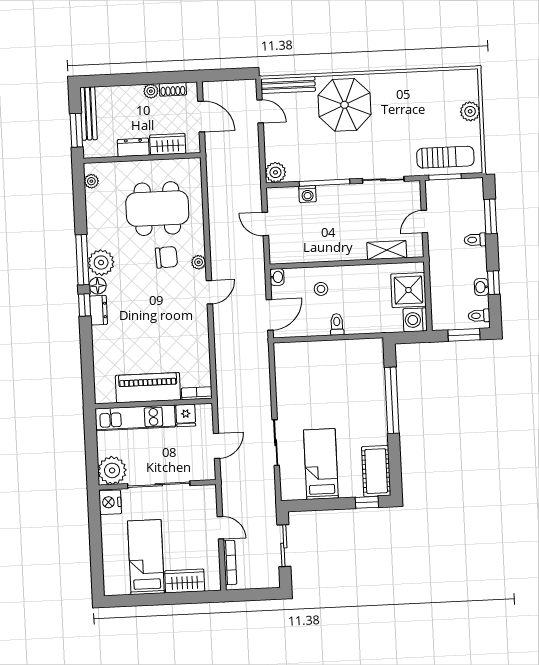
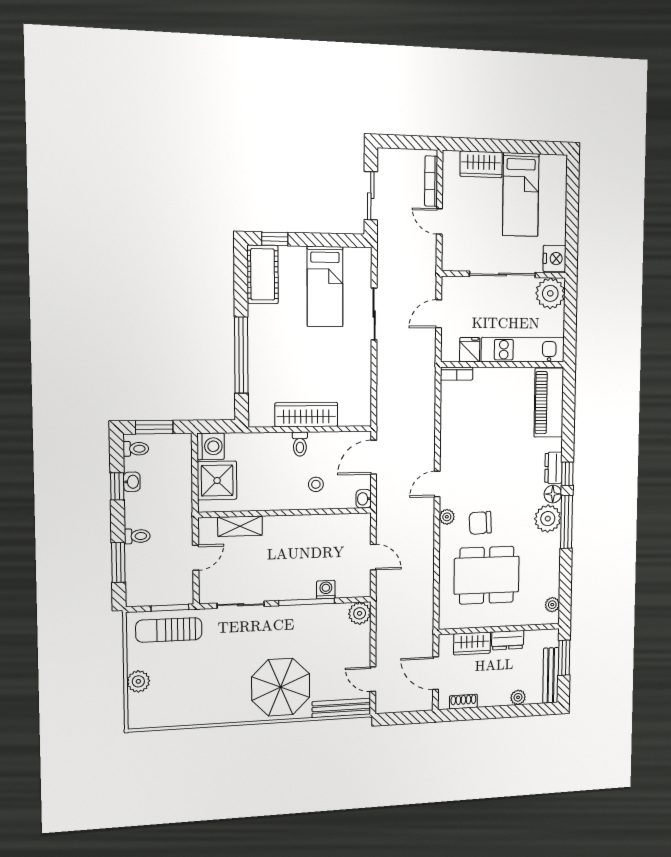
plant: (151, 91) -> (518, 697), moved
wardrobe: (332, 351) -> (306, 415), added
piano: (148, 388) -> (549, 403), moved, turned 90

